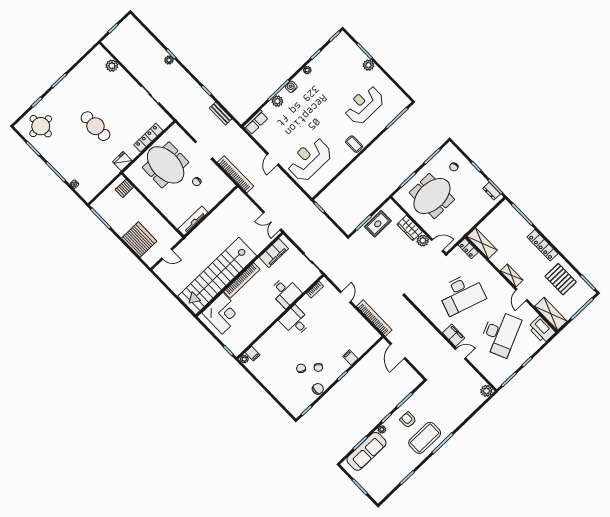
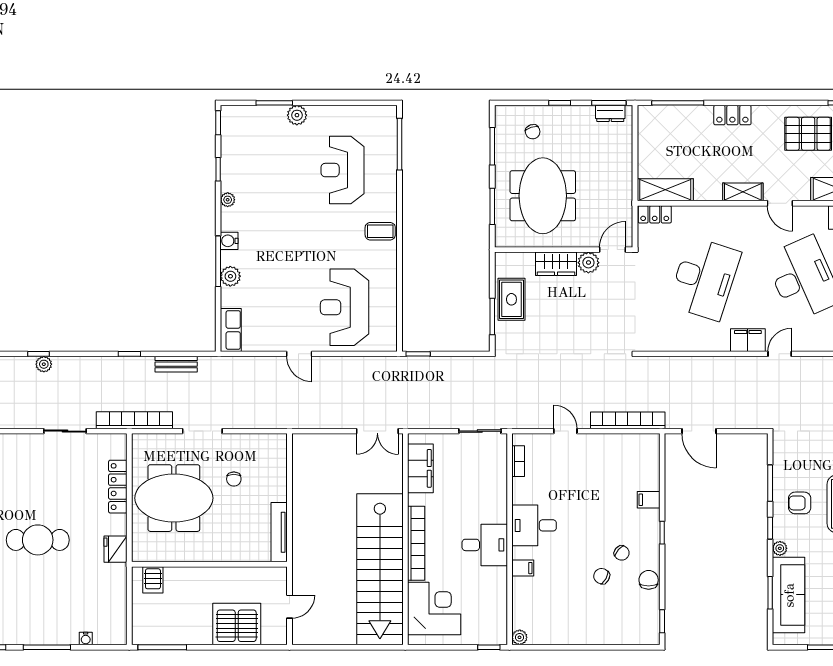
bookcase: (236, 174) -> (134, 420), moved
locker: (543, 245) -> (732, 115), width x0.66
desk: (285, 292) -> (485, 545), moved
filing cabinet: (252, 354) -> (523, 568), moved

